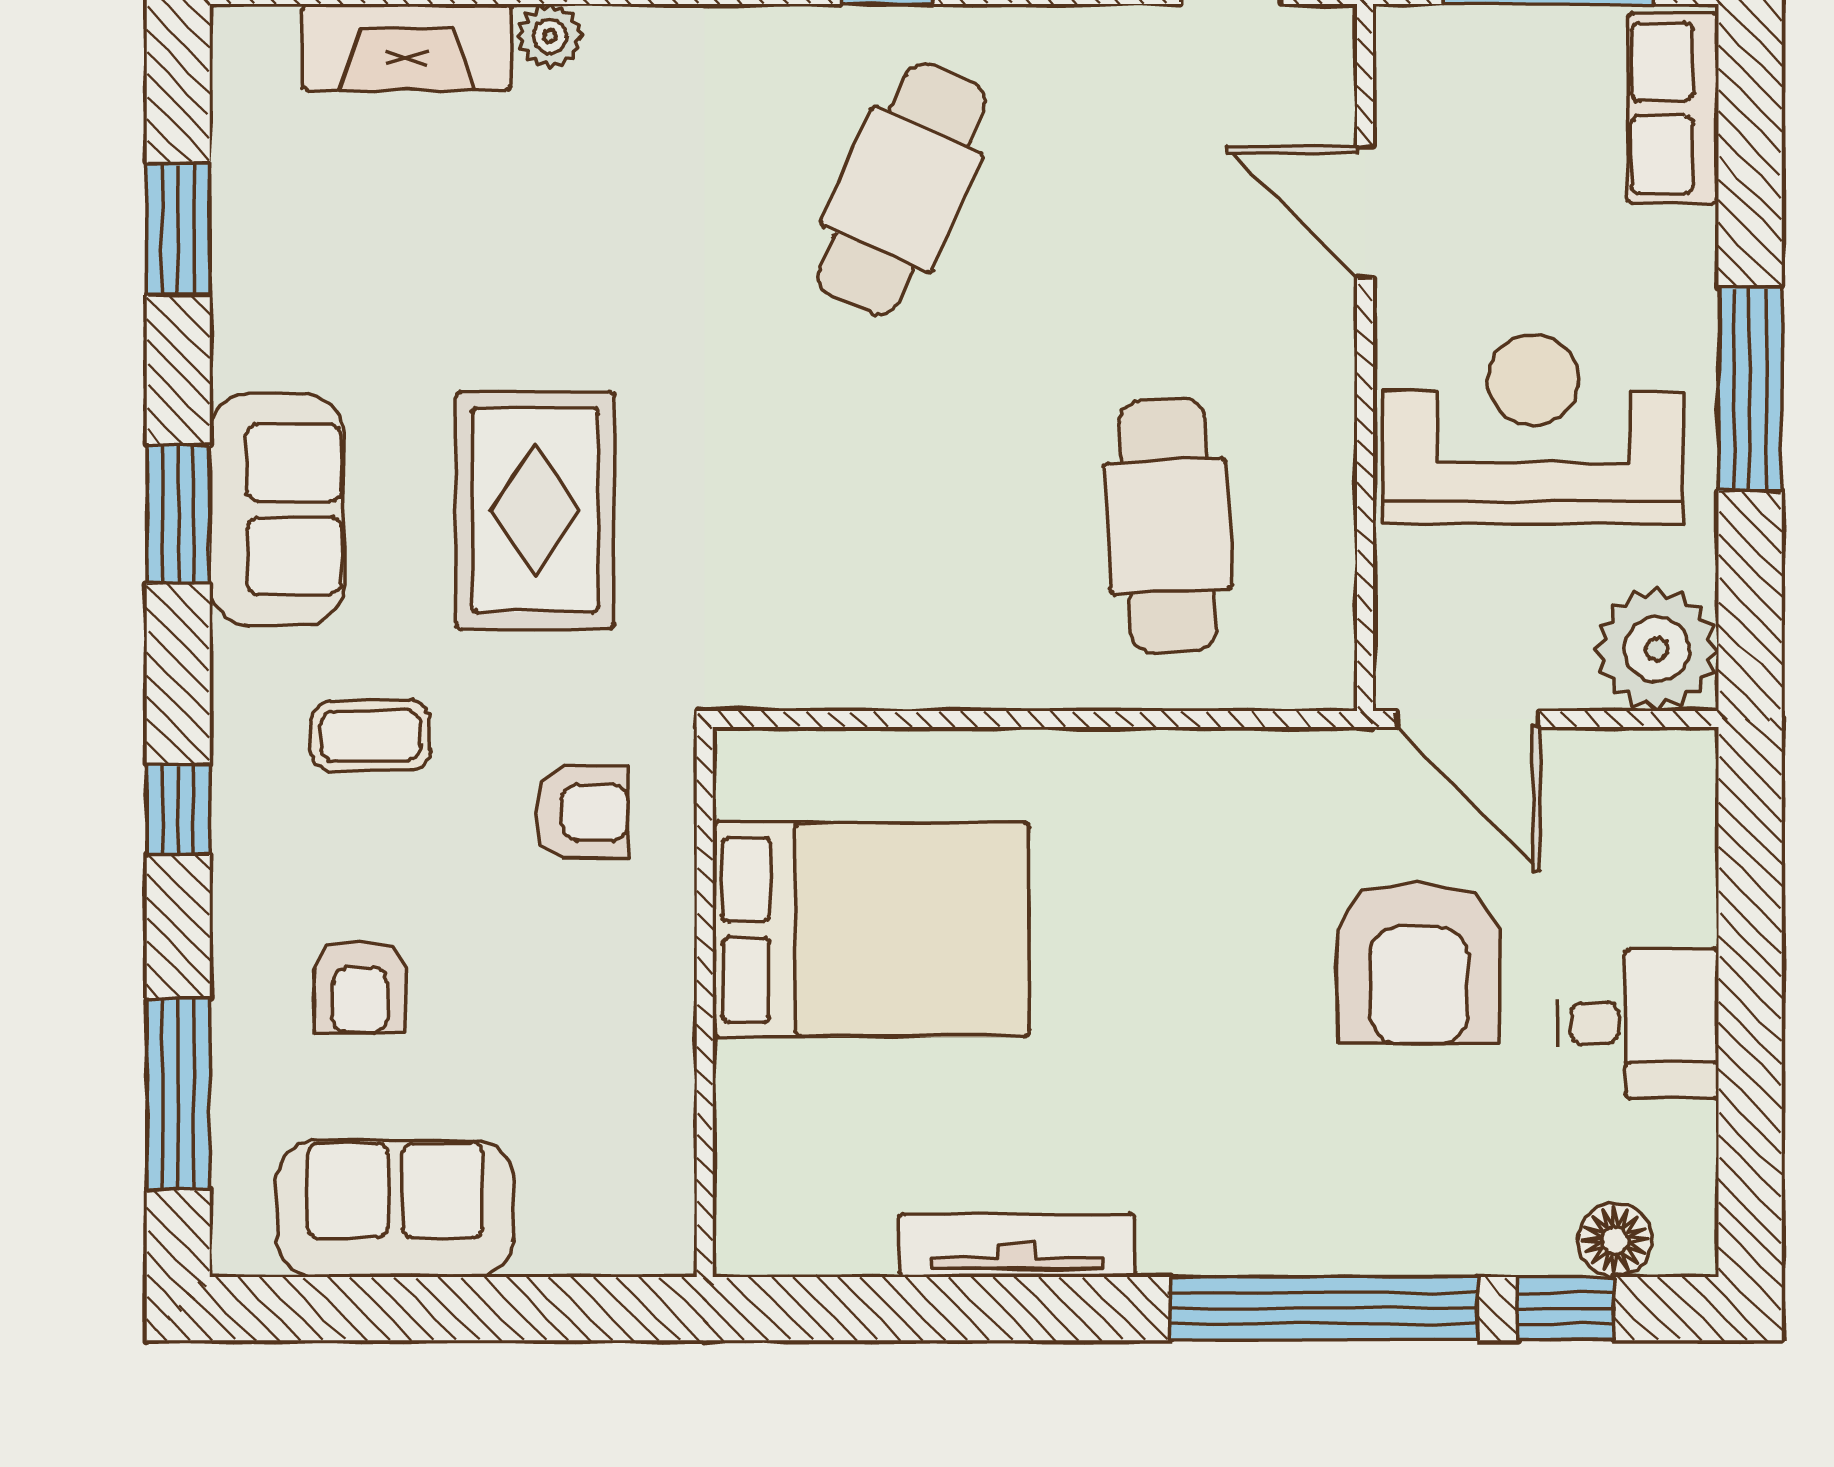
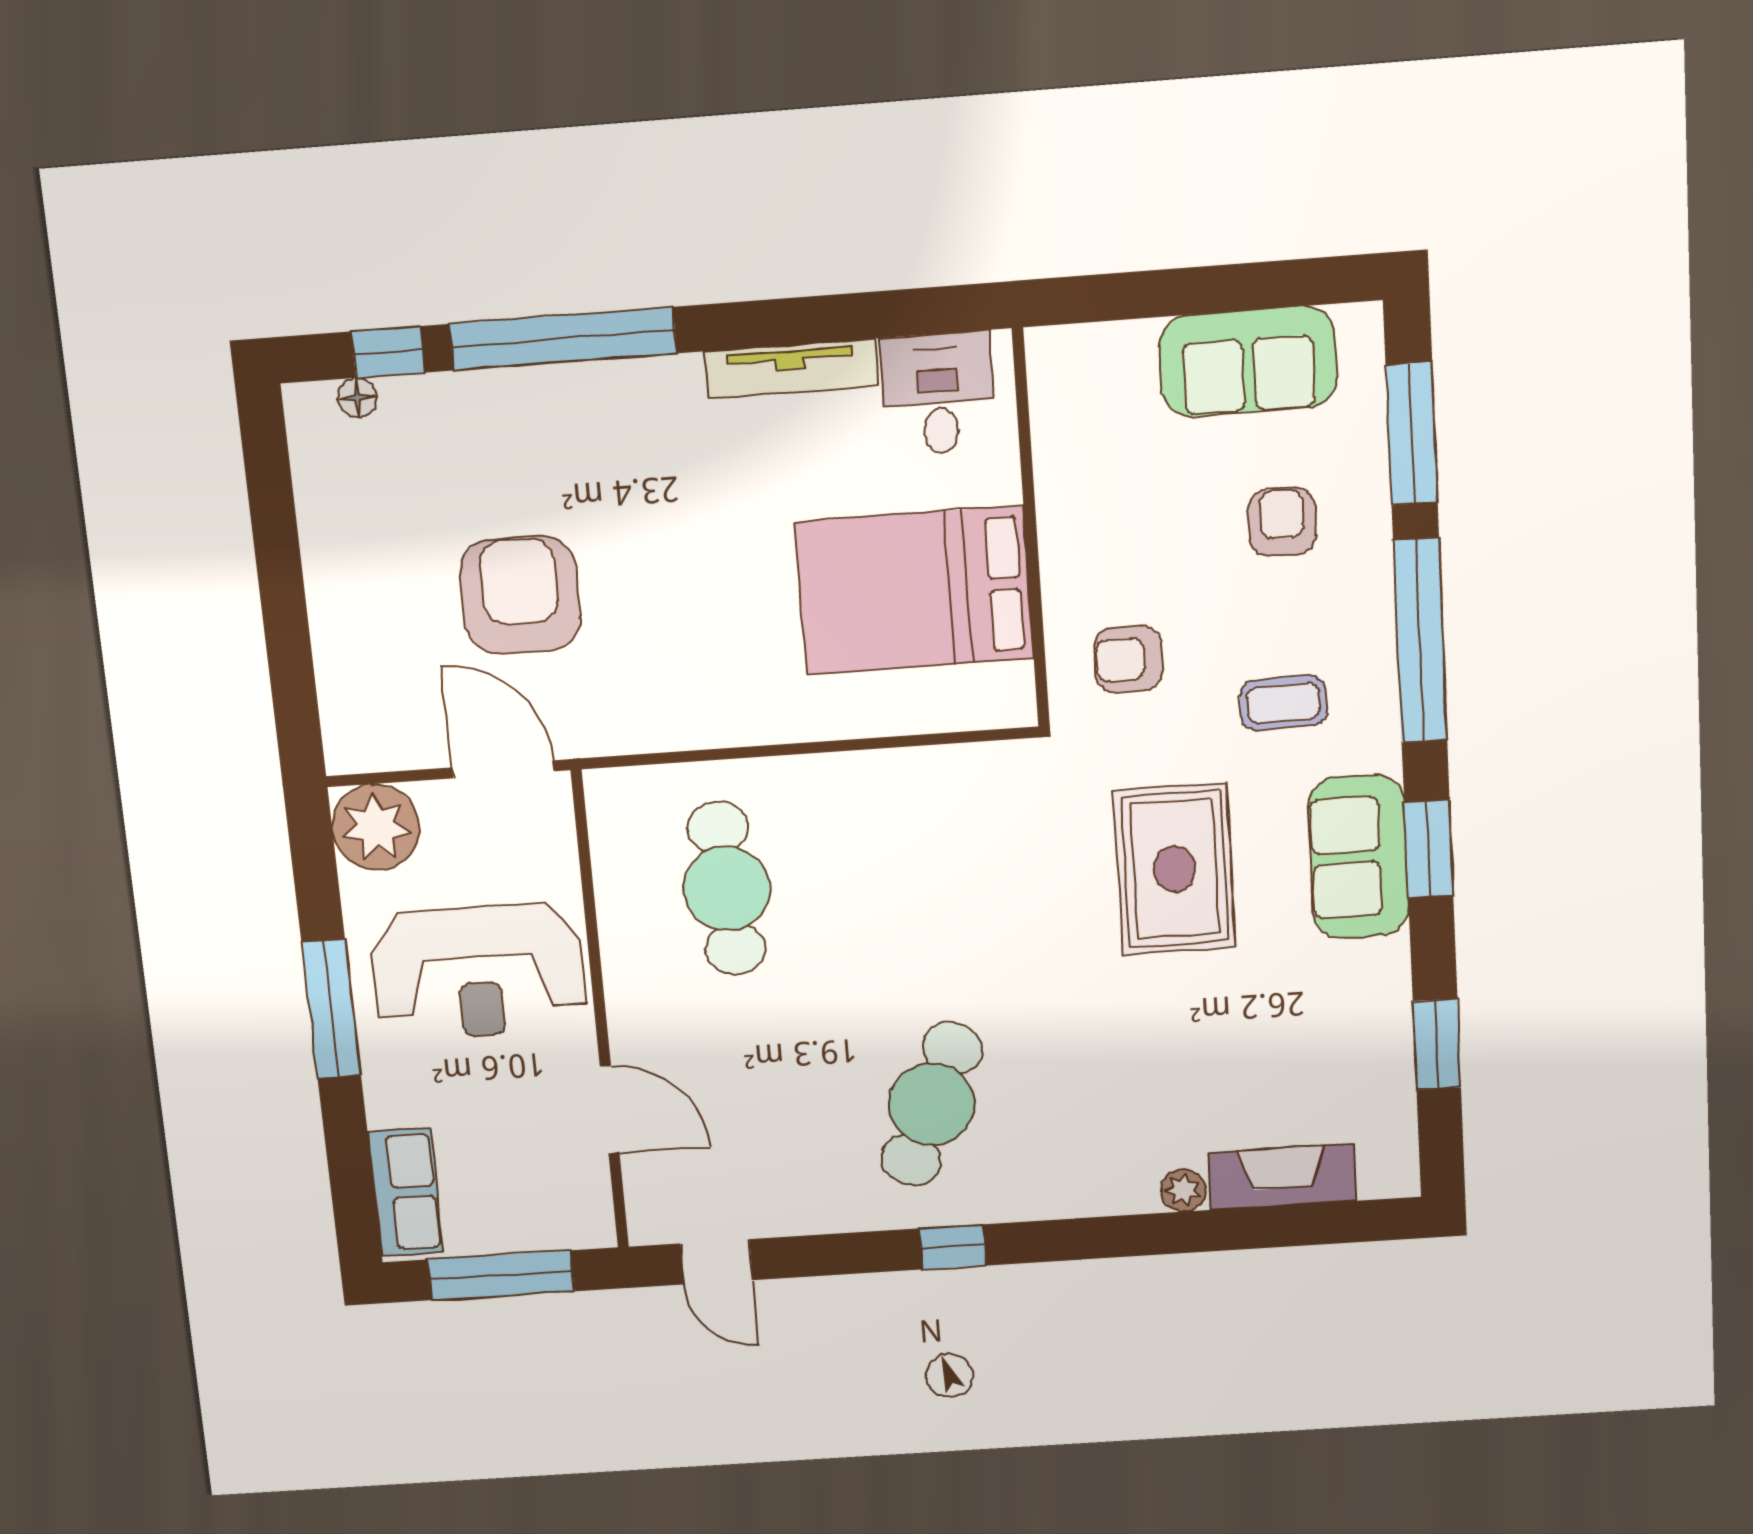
window: (178, 809) -> (1420, 641), width x3.17
desk: (1638, 1023) -> (939, 394), moved, turned 90
floor lamp: (1615, 1240) -> (357, 398), width x0.73, depth x0.73

